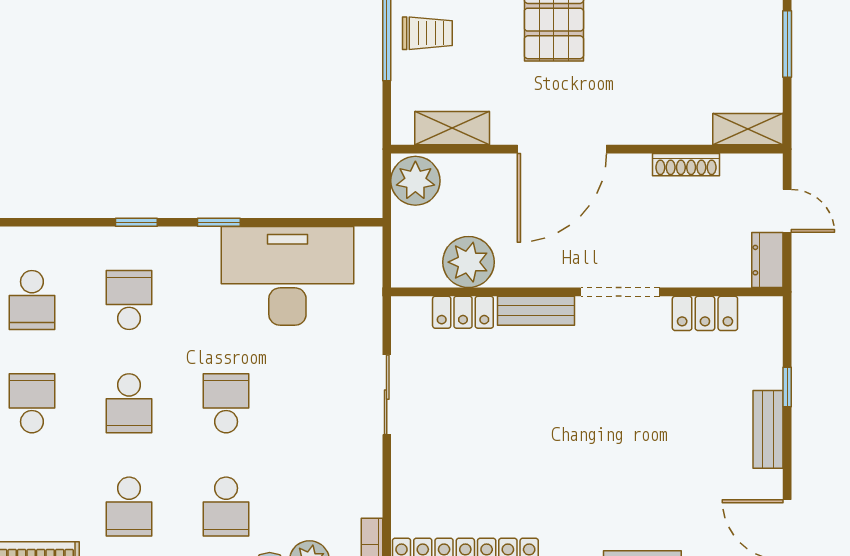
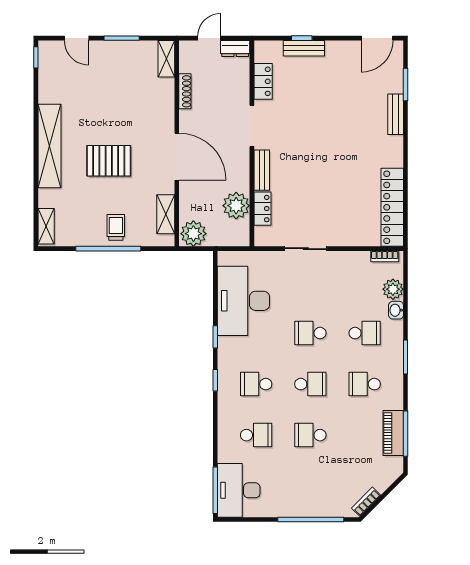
bench: (768, 429) -> (304, 48), moved
school desk: (129, 507) -> (365, 384), turned 180

